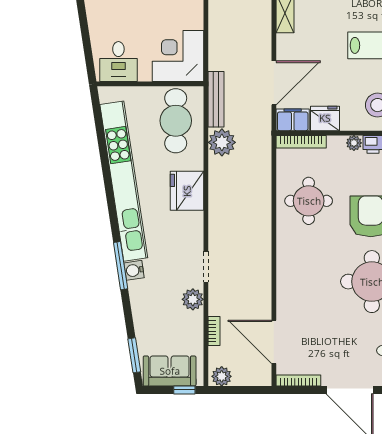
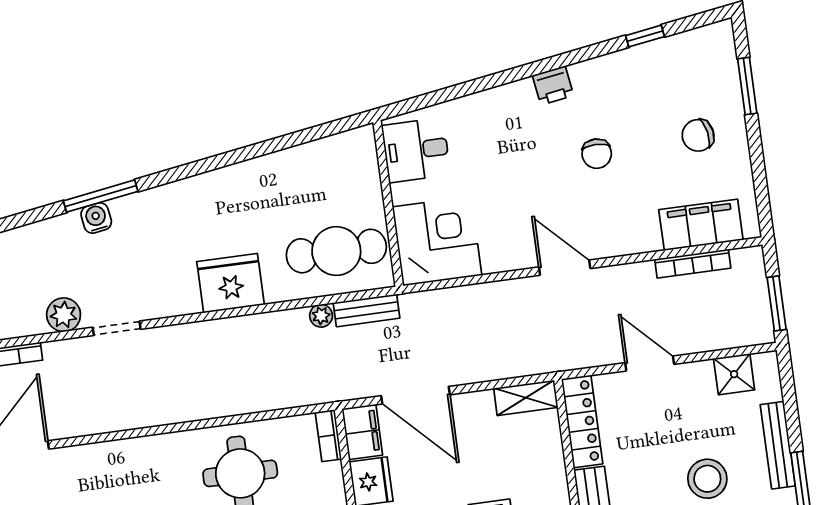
bench: (216, 99) -> (367, 310), width x0.73
plant: (222, 142) -> (321, 316), width x0.53, depth x0.53
bookcase: (301, 142) -> (328, 436), width x0.64
kitchen unit: (124, 181) -> (232, 183), removed

